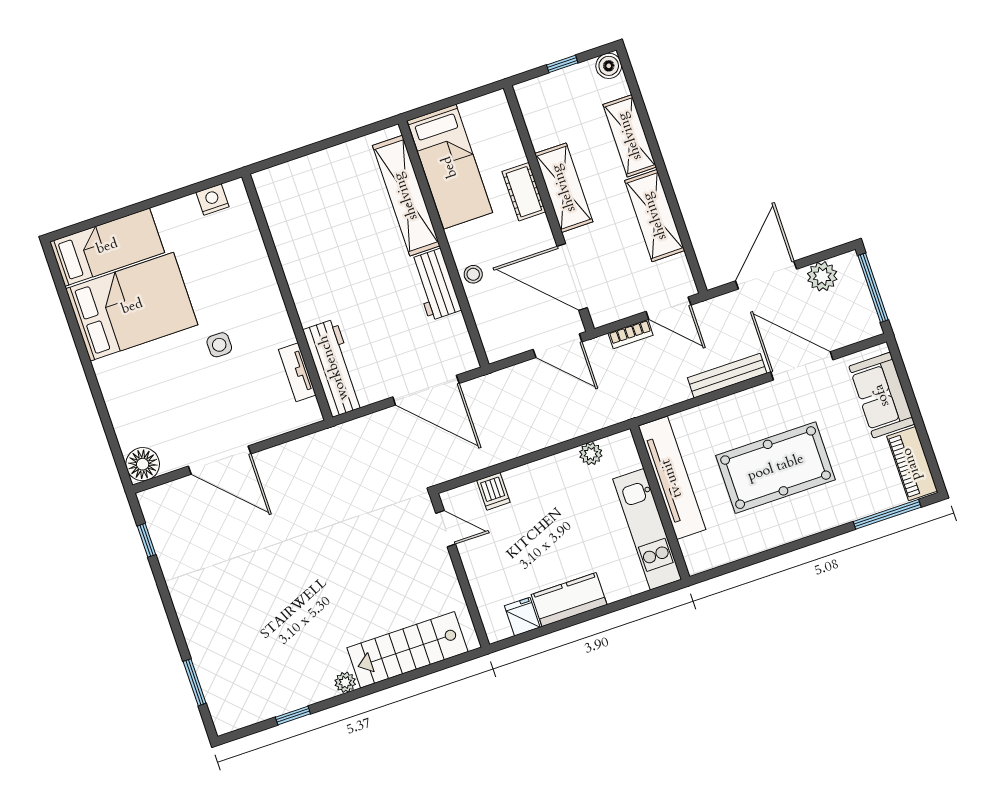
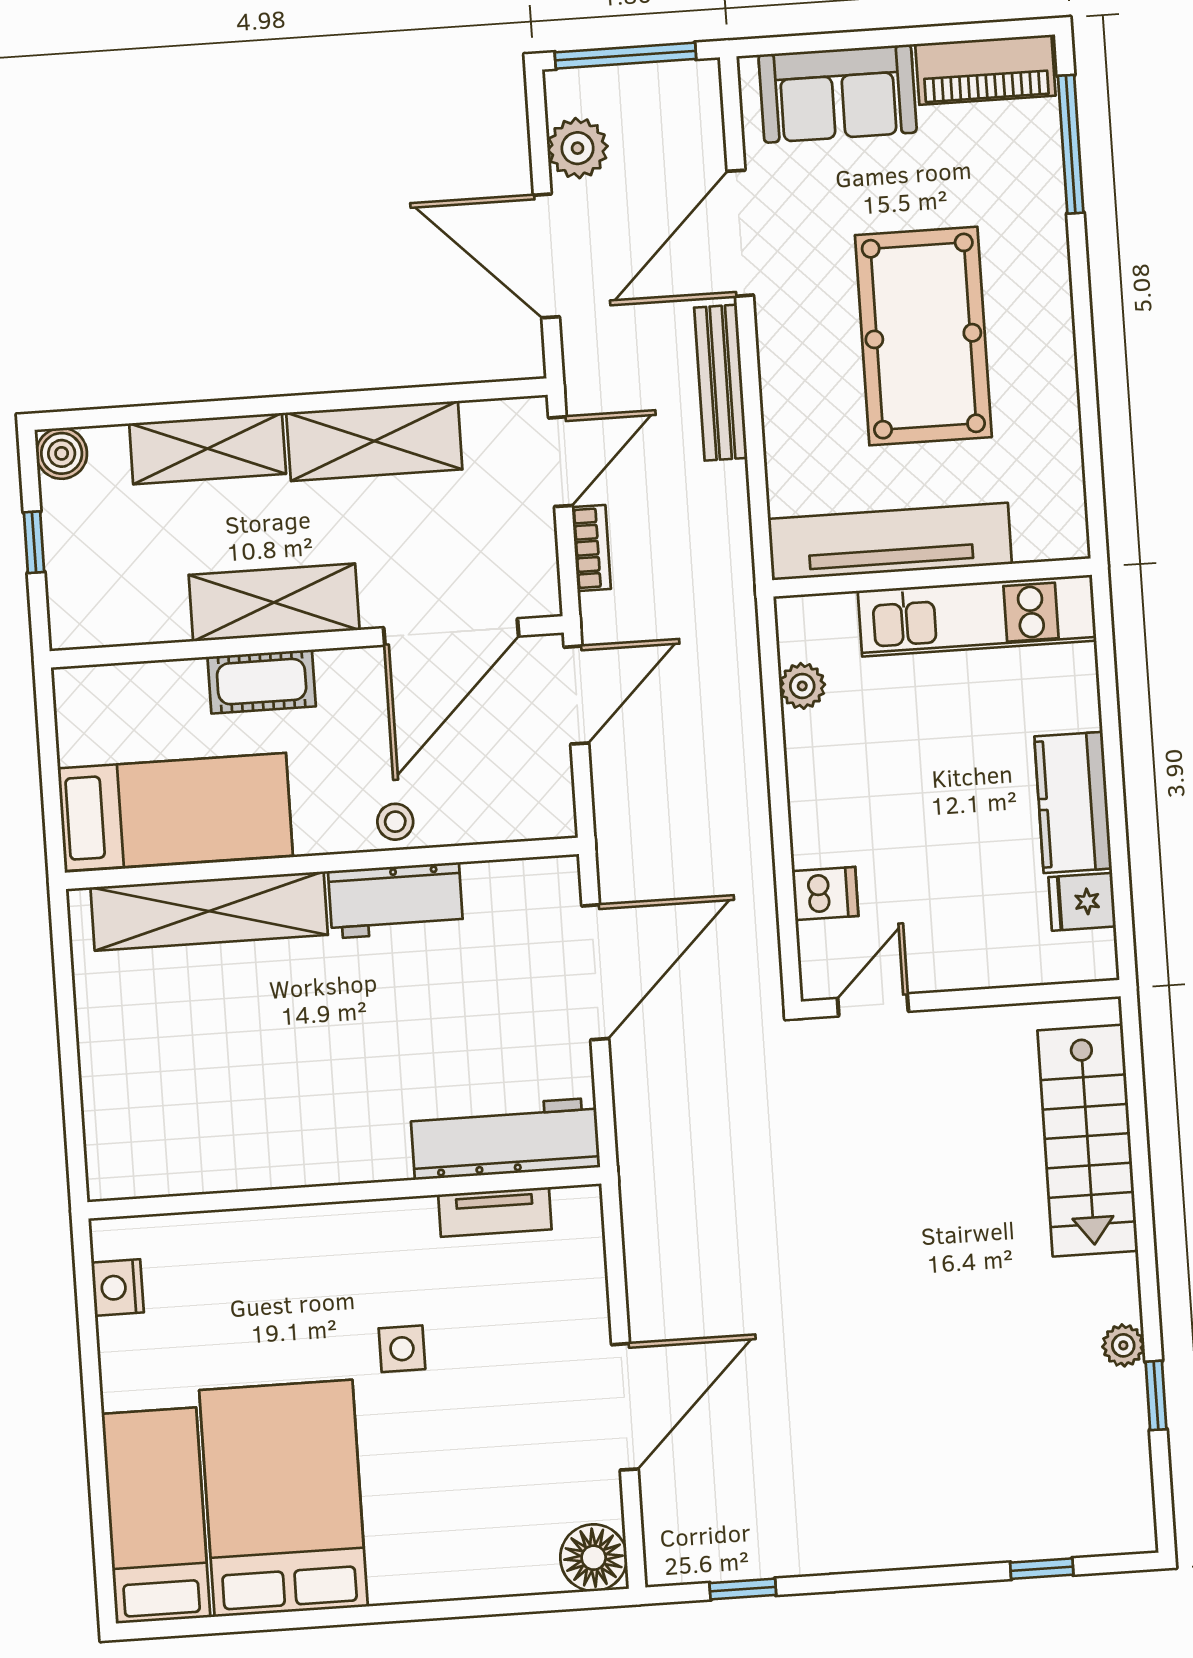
window: (195, 682) -> (1042, 1569), width x0.67
plant: (345, 682) -> (1123, 1345), moved

